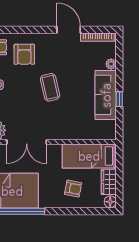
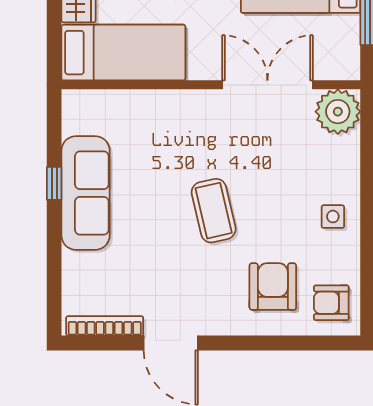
plant: (111, 64) -> (74, 264), removed

